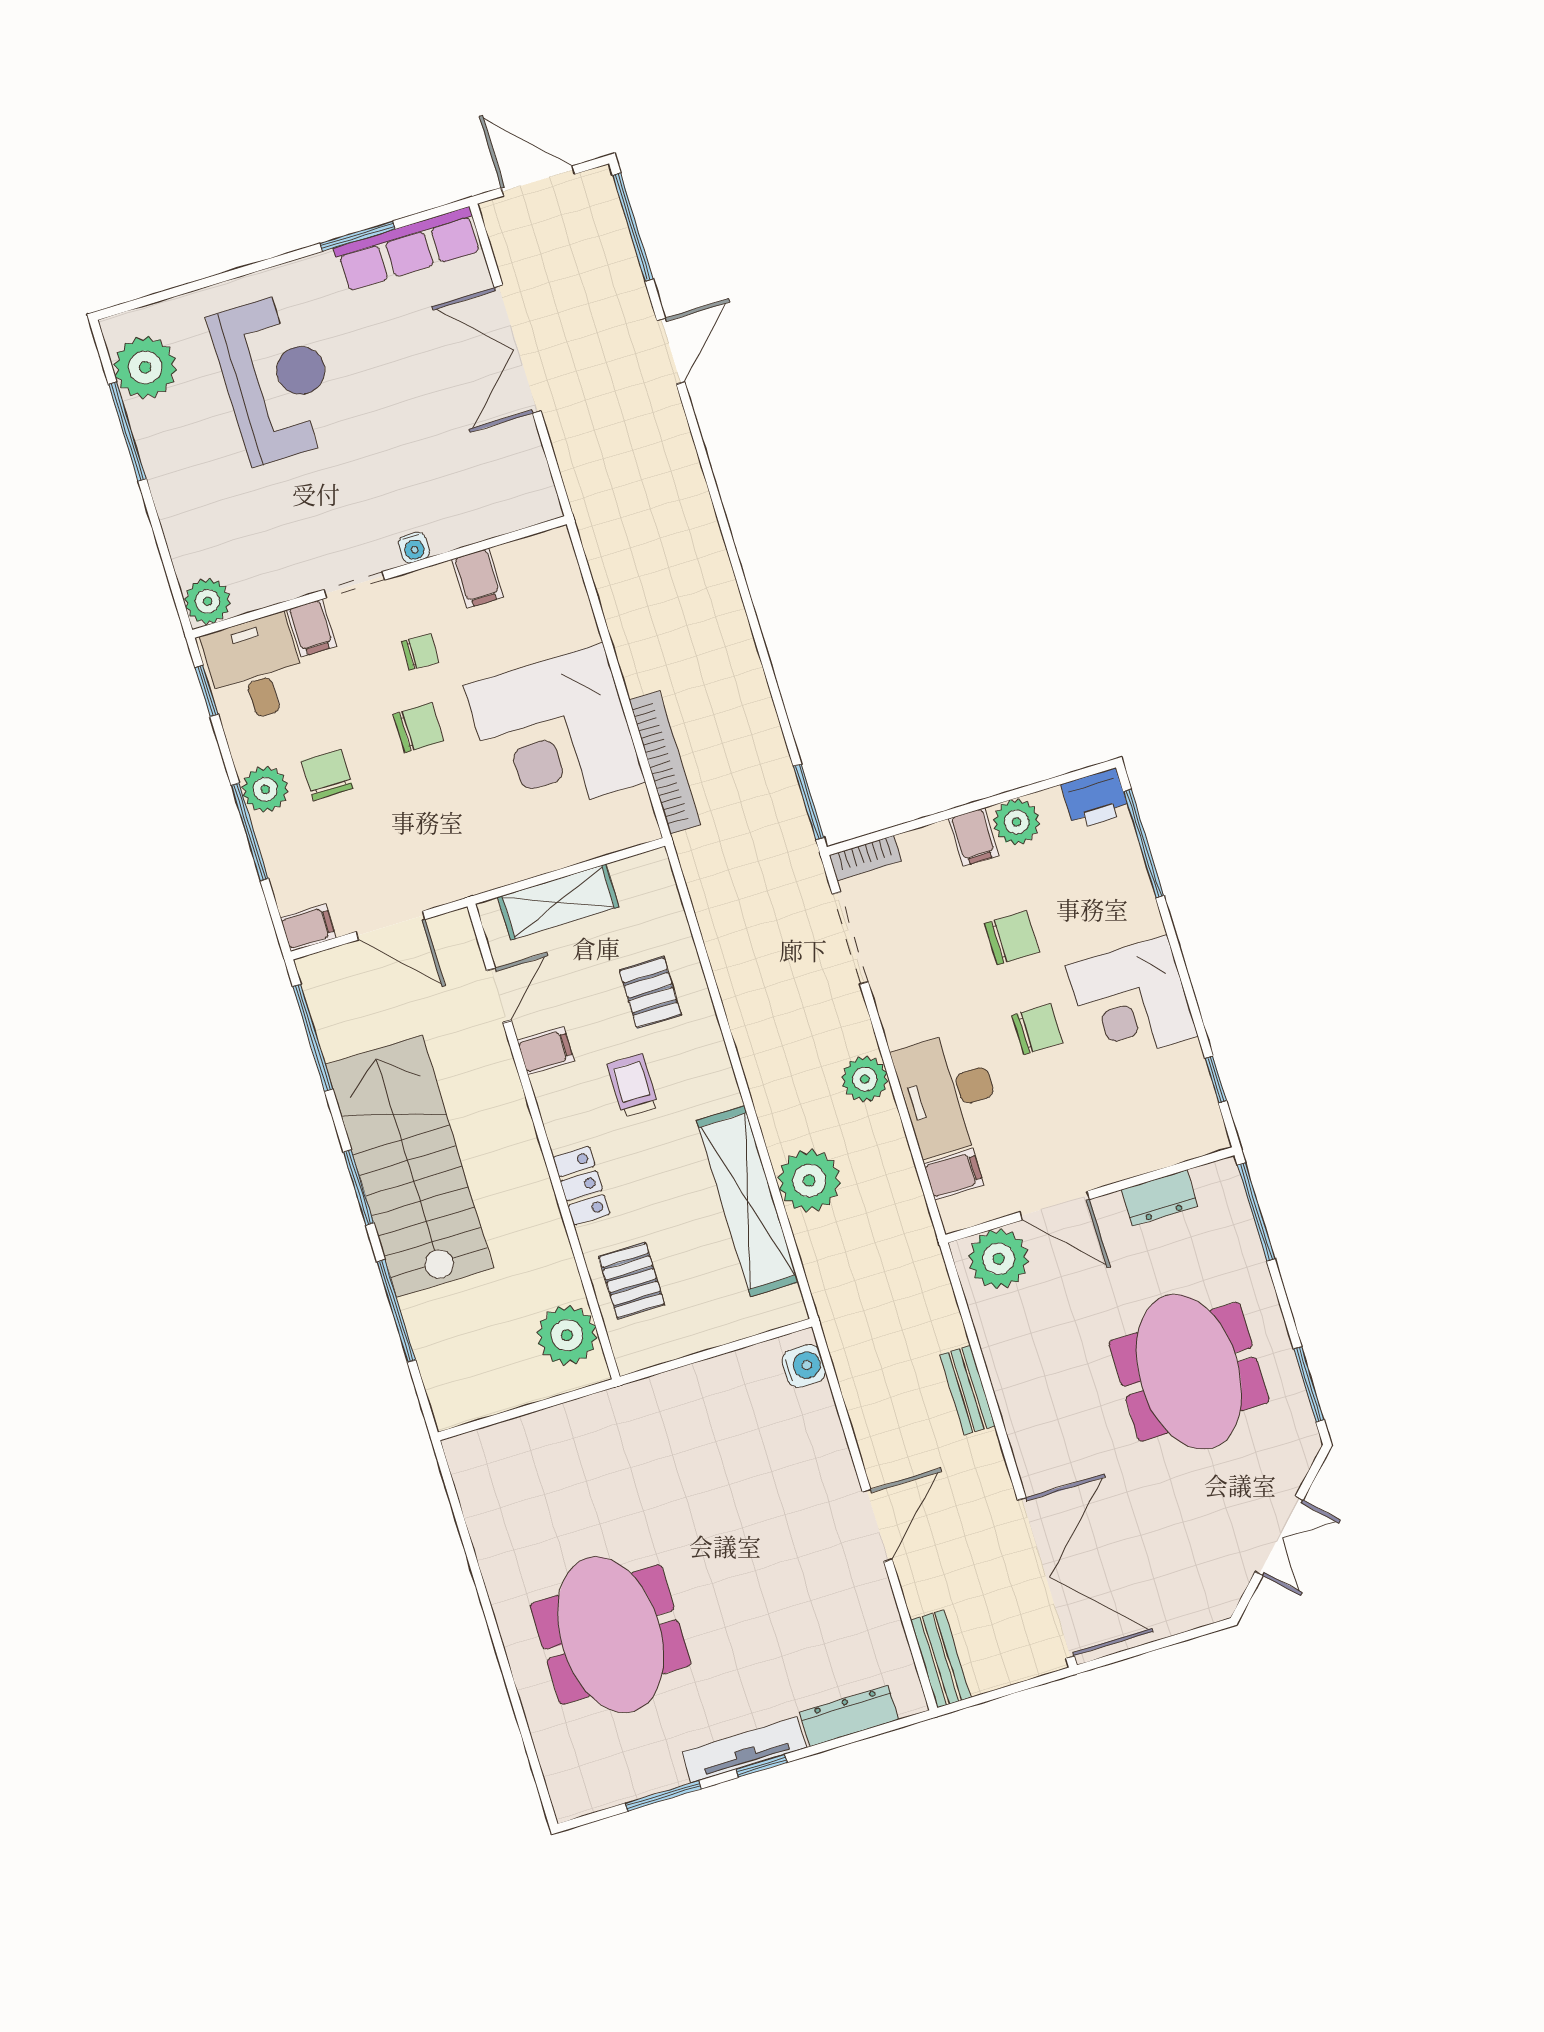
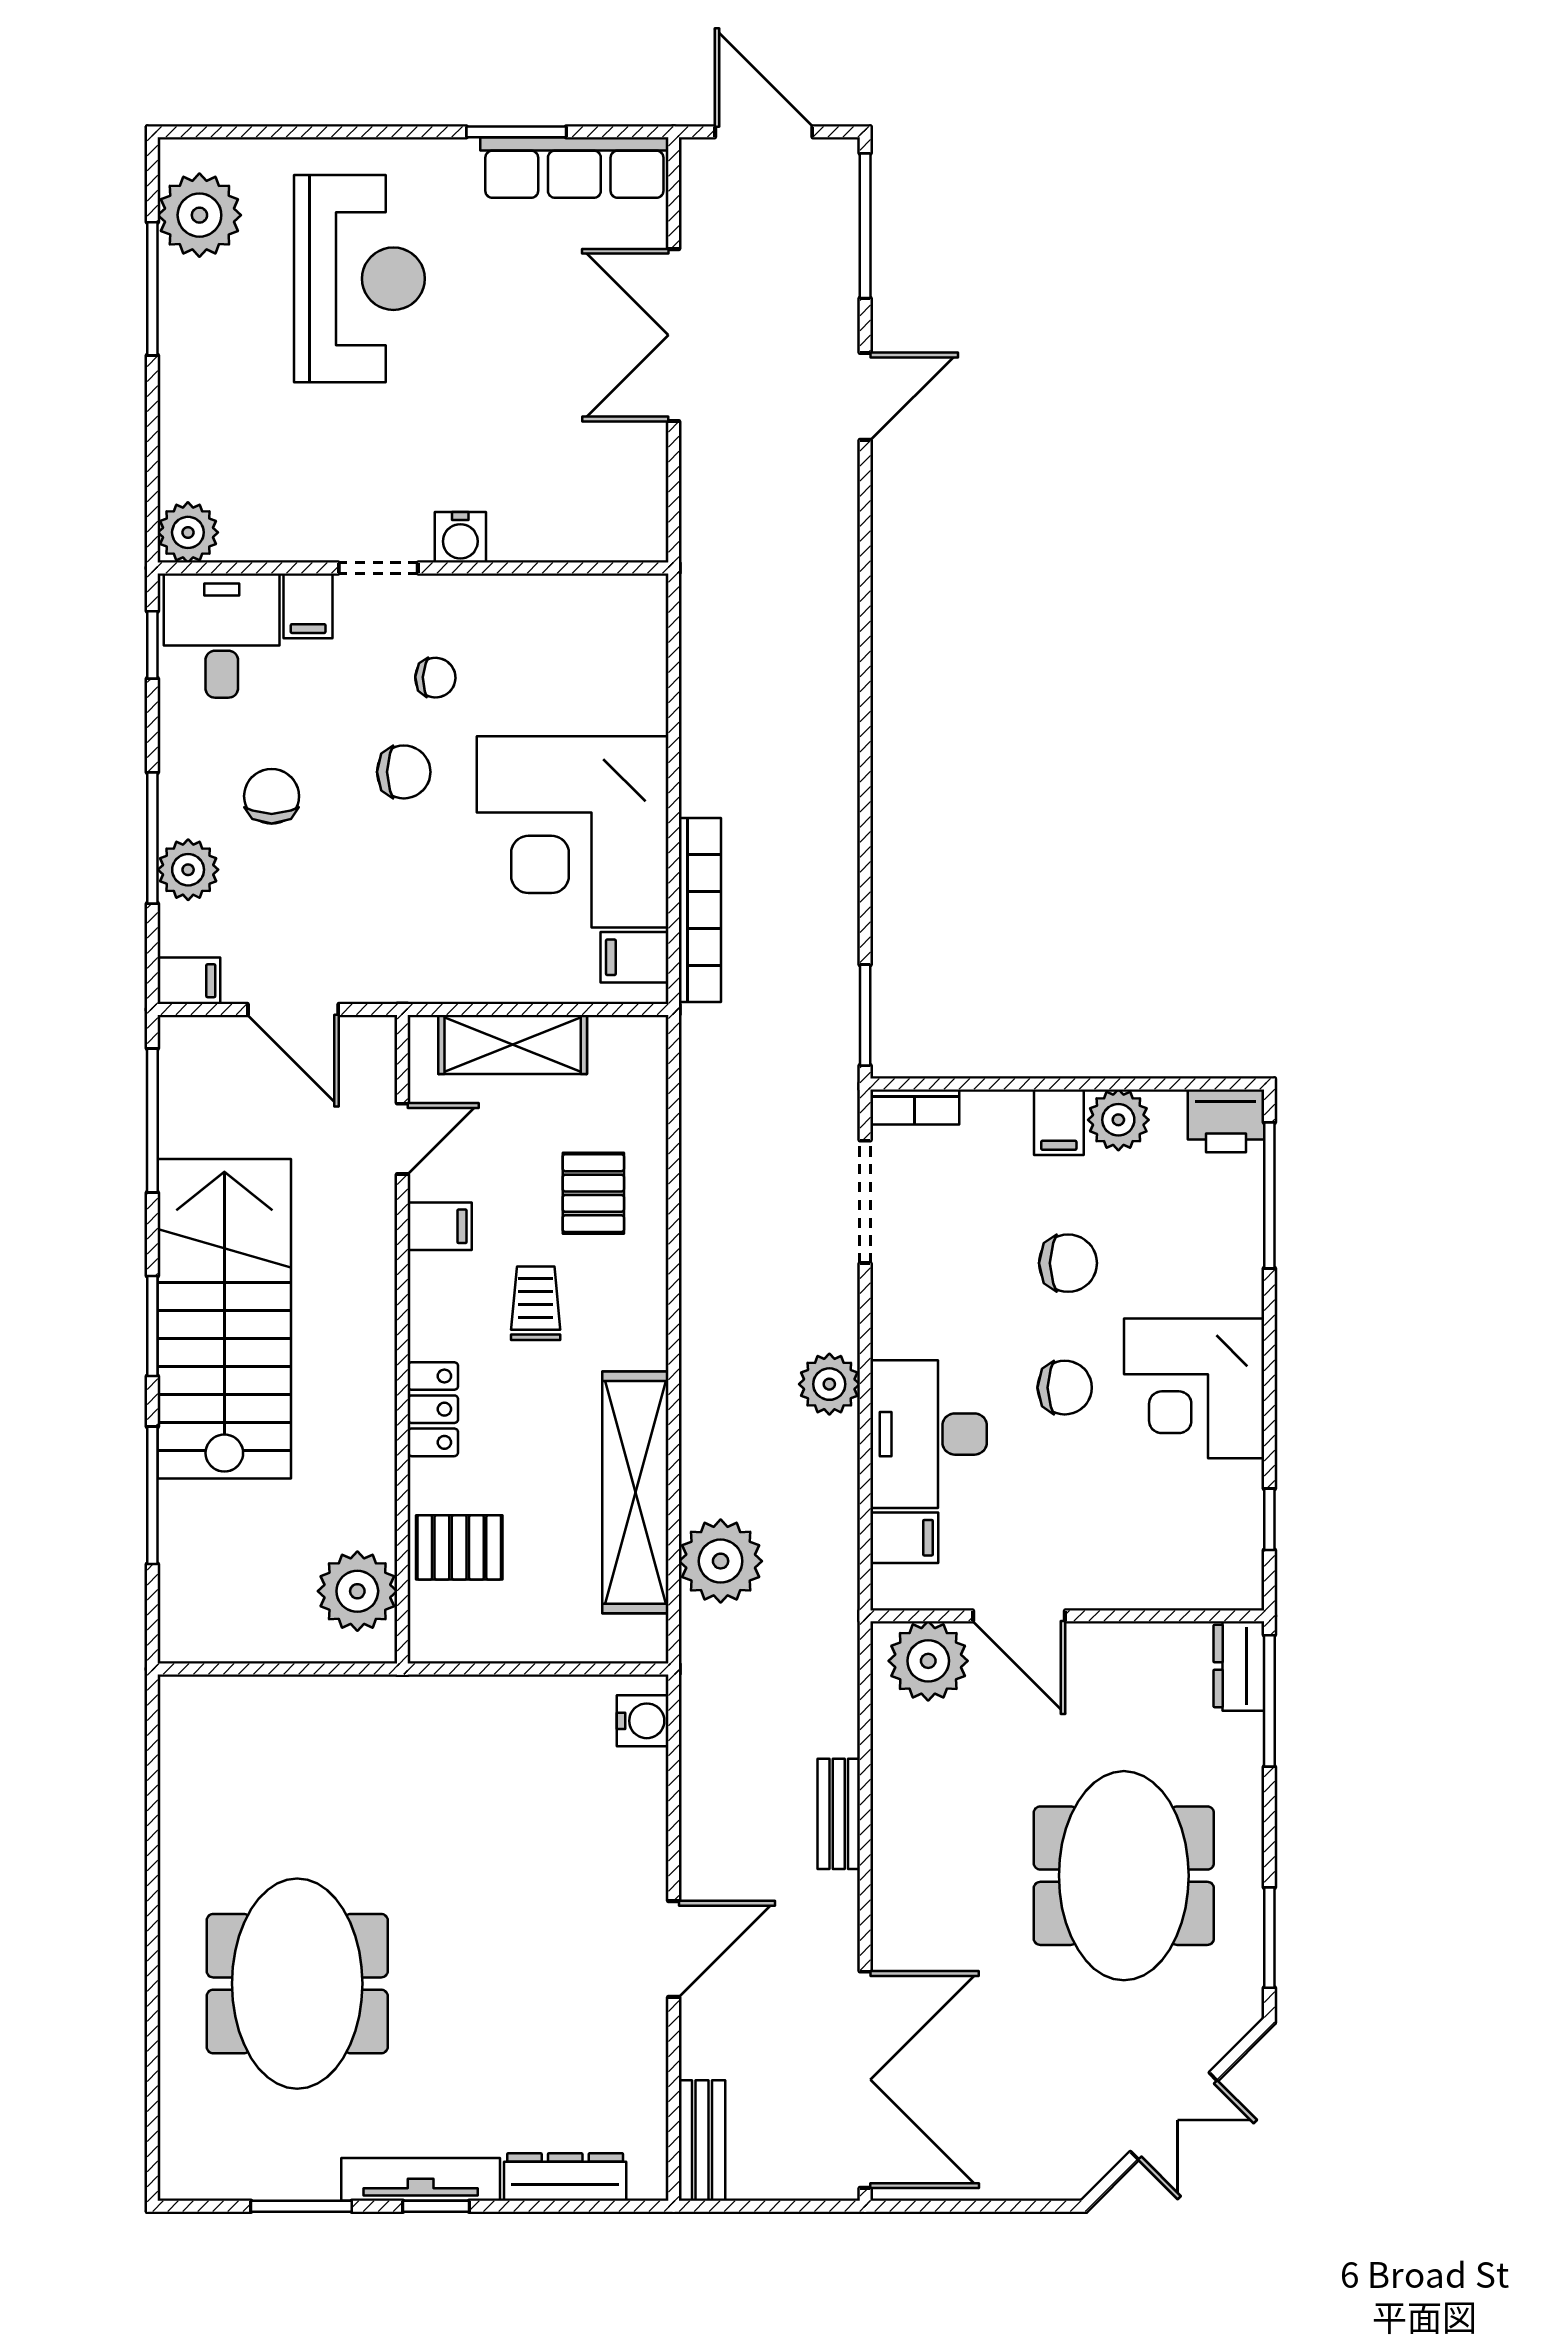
water cooler: (414, 548) -> (460, 537), width x1.38, depth x1.38
filing cabinet: (478, 578) -> (635, 957), moved, turned 90
plant: (265, 789) -> (188, 870), moved
plant: (809, 1181) -> (721, 1561), moved
dresser: (1160, 1198) -> (1239, 1666), moved, turned 90
pallet: (631, 1281) -> (459, 1547), turned 90

